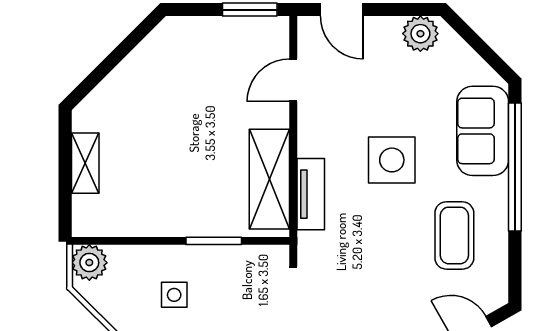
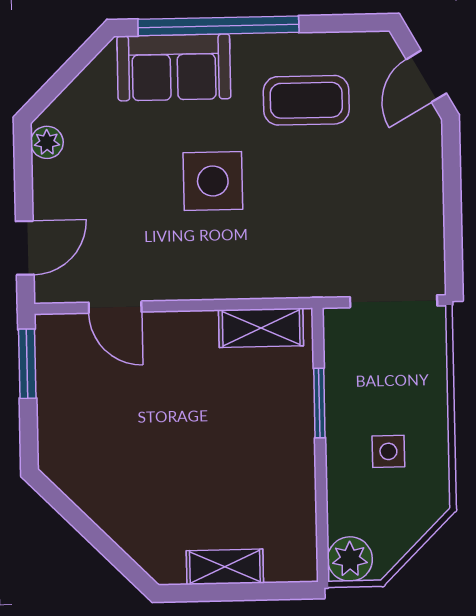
plant: (420, 34) -> (47, 142), width x0.73, depth x0.73
shelving: (269, 179) -> (261, 328), width x0.67, depth x0.75
tv unit: (311, 194) -> (258, 282), removed

